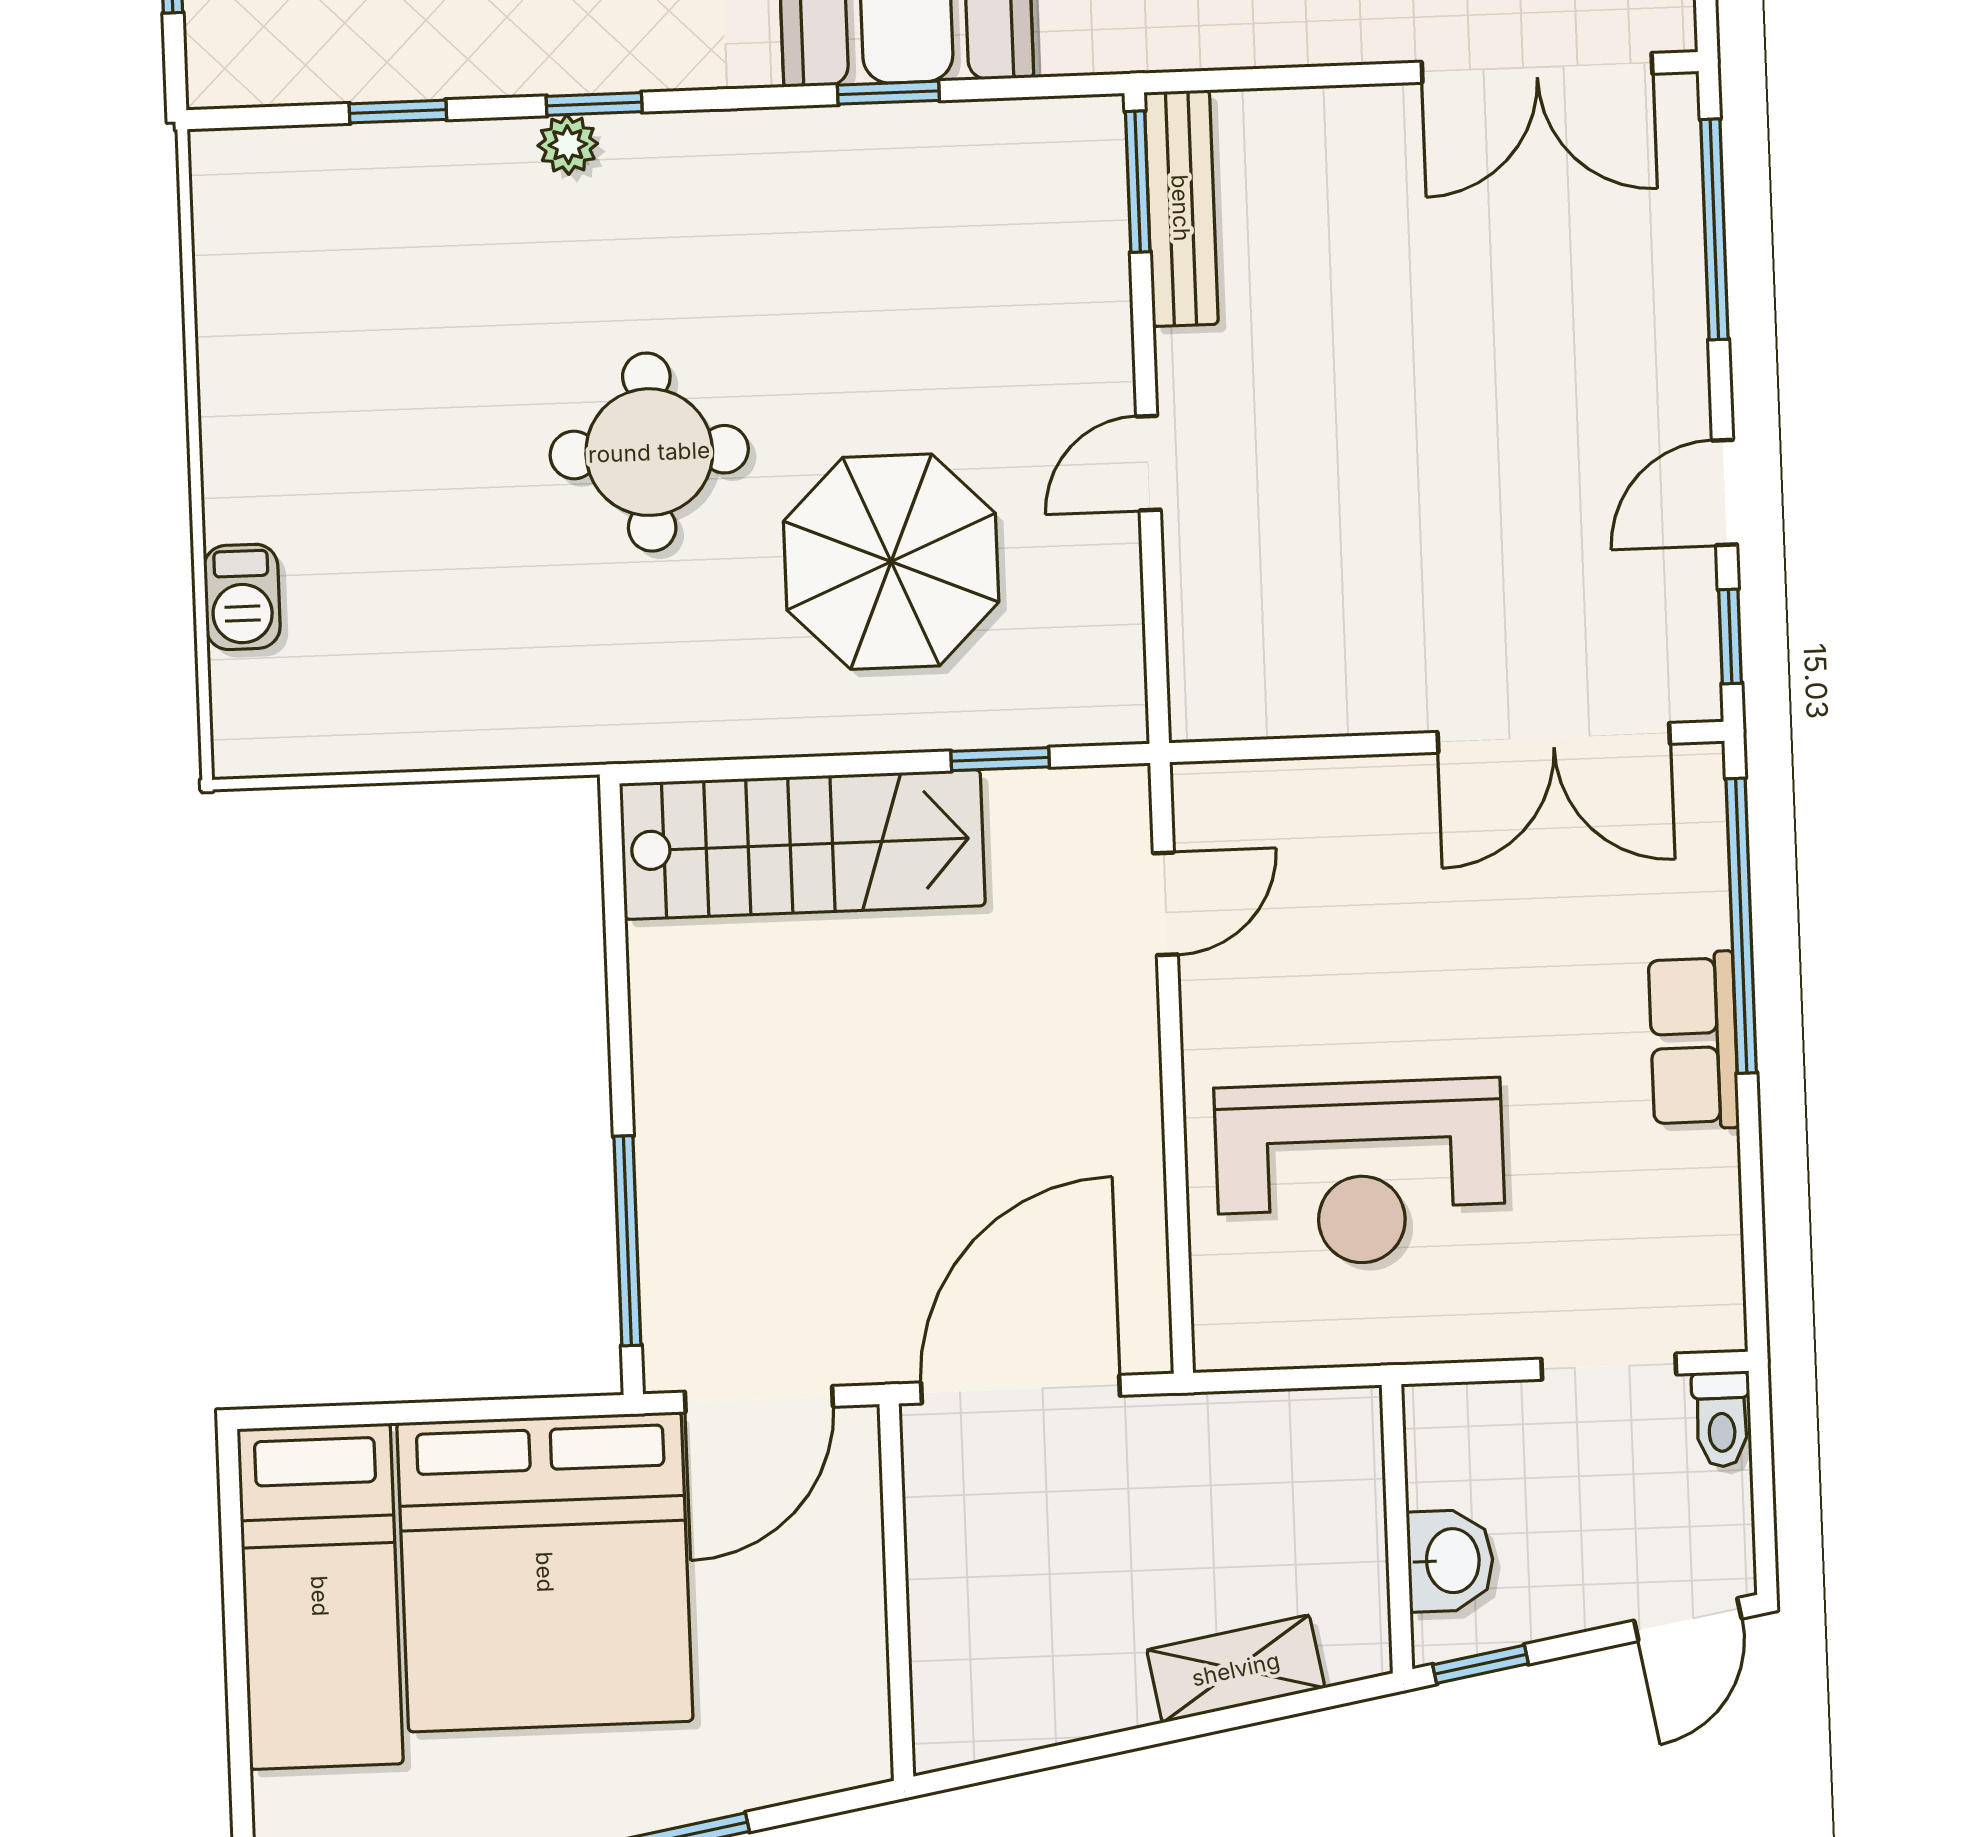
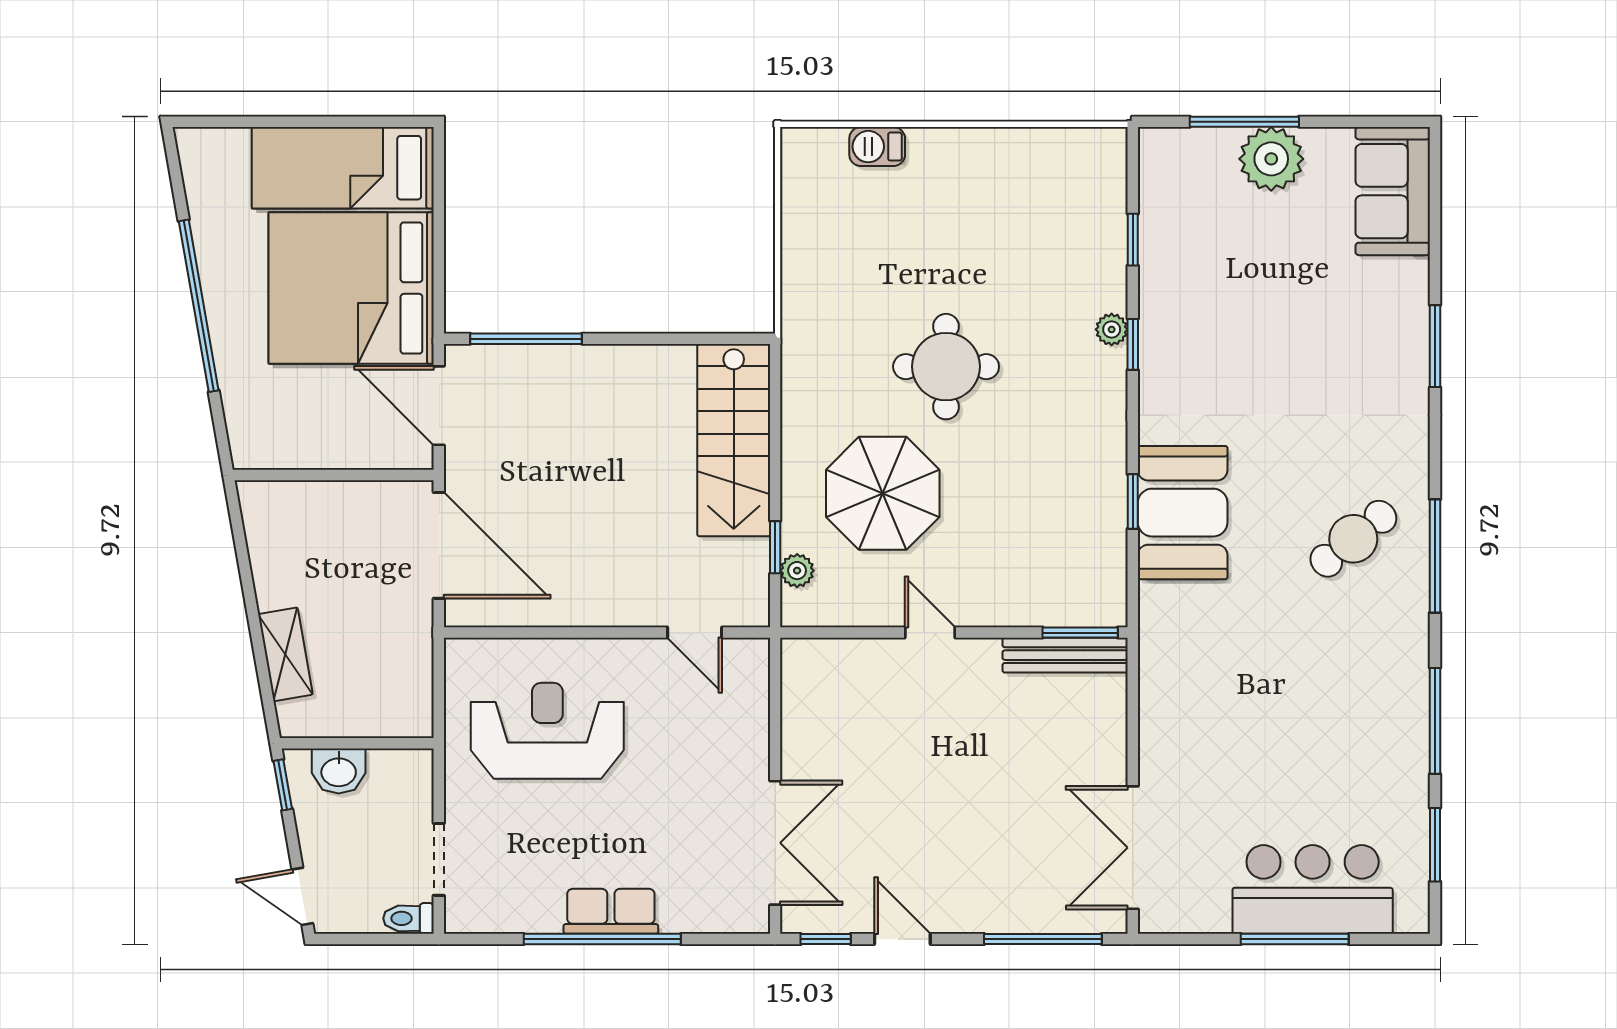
plant: (1042, 716) -> (797, 571), added
double door: (1554, 738) -> (775, 843), swing flipped
window: (1741, 926) -> (602, 939), moved
reception desk: (1360, 1173) -> (547, 731), turned 90

